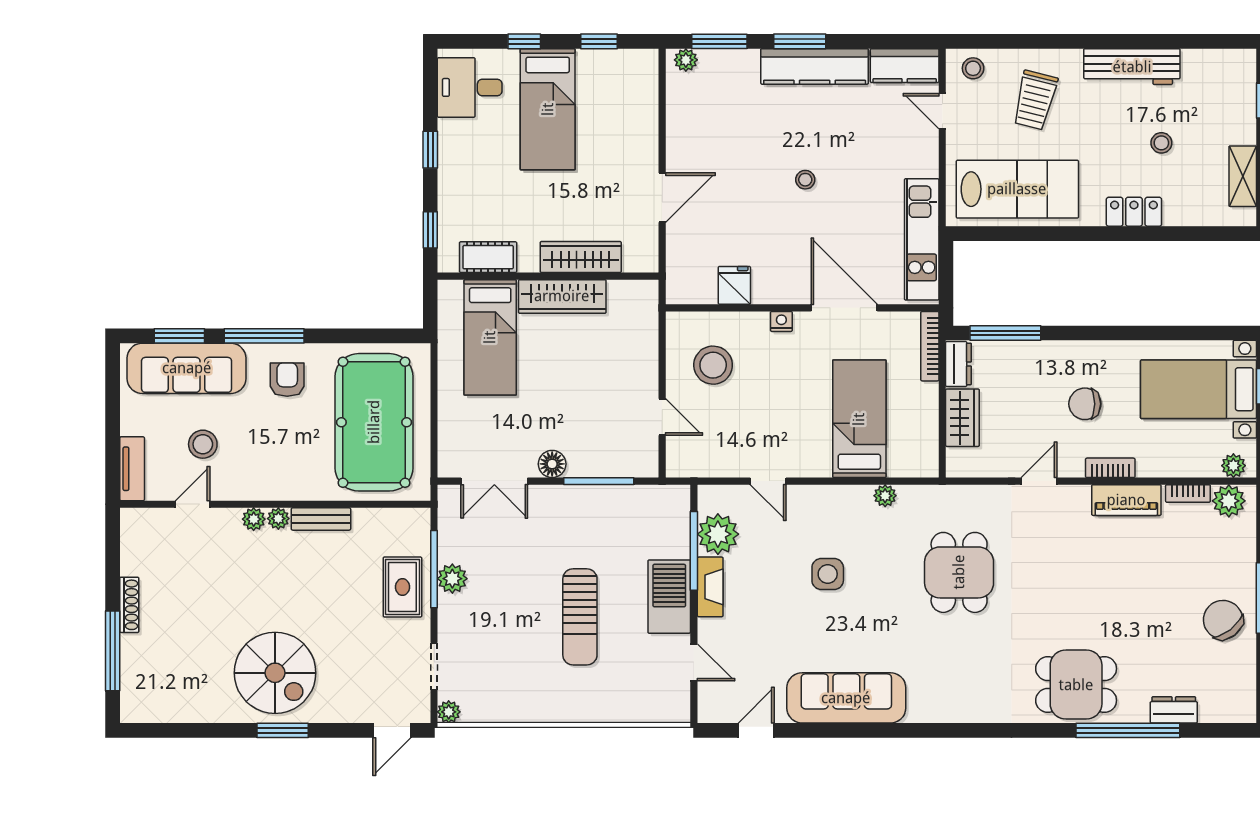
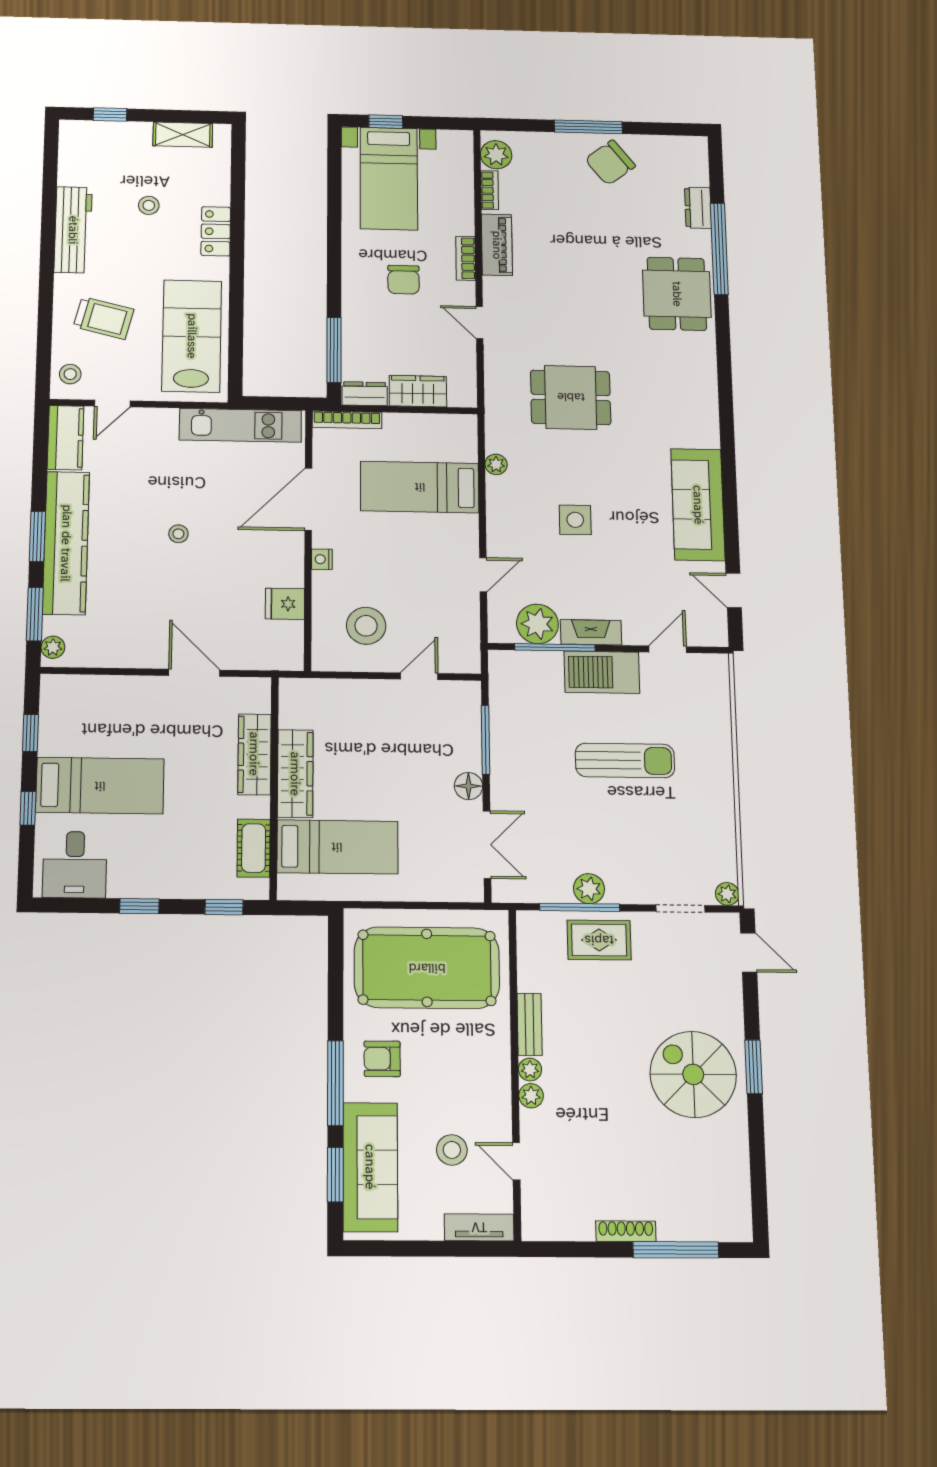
kitchen counter: (815, 66) -> (66, 543), width x1.39, depth x1.17
plant: (1233, 466) -> (462, 150), removed
spiral stairs: (275, 673) -> (693, 1074), turned -90

